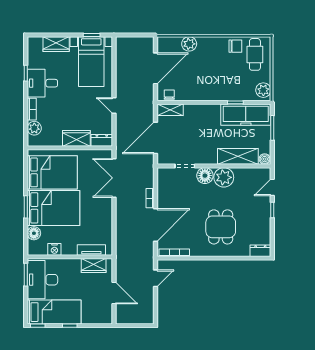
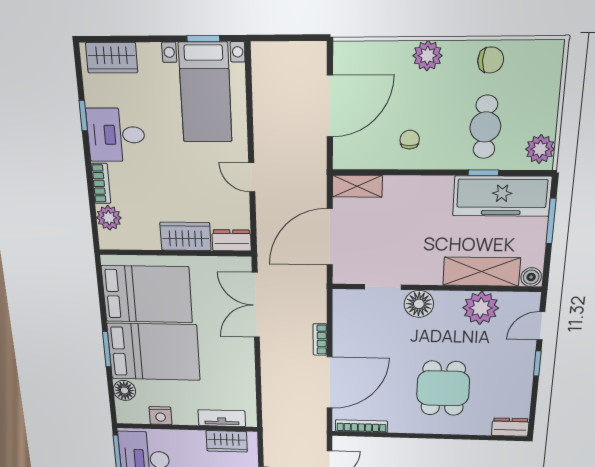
wardrobe: (56, 44) -> (112, 58), moved
plant: (189, 44) -> (428, 56), moved
cafe table: (255, 54) -> (485, 127), moved
chair: (169, 95) -> (410, 140), moved
plant: (224, 177) -> (481, 308), moved

